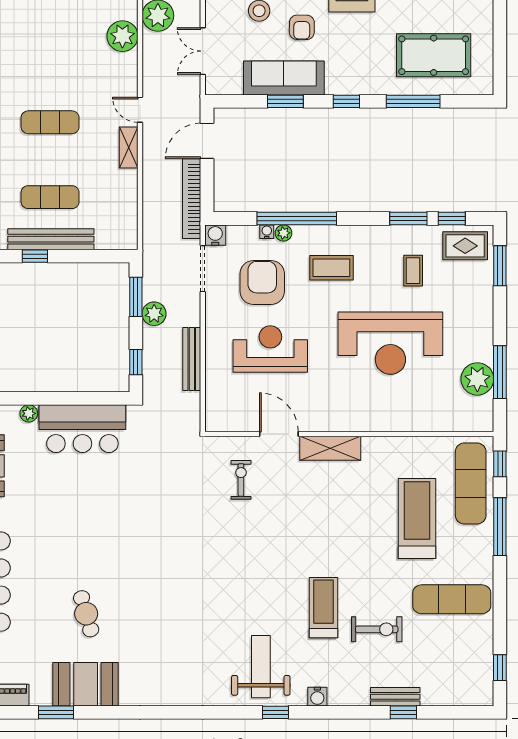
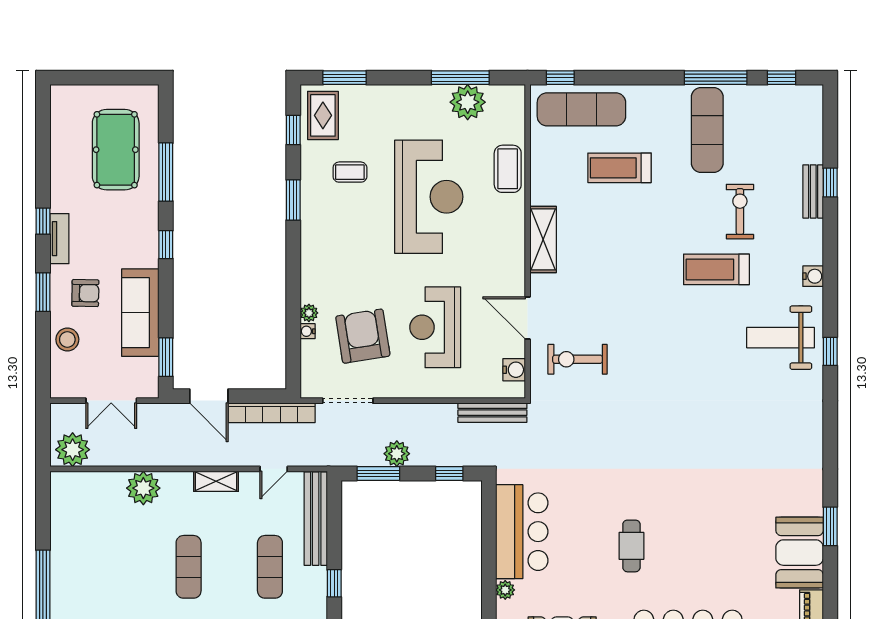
plant: (122, 36) -> (143, 488), moved
window: (285, 101) -> (166, 357), moved
door: (140, 110) -> (274, 469), moved
window: (297, 219) -> (293, 299), removed
window: (408, 219) -> (293, 200), moved
water cooler: (215, 235) -> (514, 370), moved, turned 180
bench: (51, 239) -> (316, 519), moved
coffee table: (331, 268) -> (508, 169), moved
armchair: (262, 282) -> (363, 336), turned 81
bench: (192, 359) -> (492, 413), moved
door: (279, 434) -> (528, 318), hinge flipped
shelving: (330, 448) -> (543, 239), moved
exercise bike: (241, 480) -> (578, 359), width x1.38, depth x1.39
treadmill: (417, 519) -> (620, 168), width x0.73, depth x0.73
window: (500, 527) -> (716, 78), moved
cafe table: (86, 614) -> (631, 546), moved, turned -74
booth: (86, 684) -> (800, 553), moved
window: (56, 712) -> (830, 526), moved
window: (276, 712) -> (830, 351), moved

